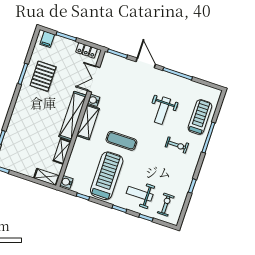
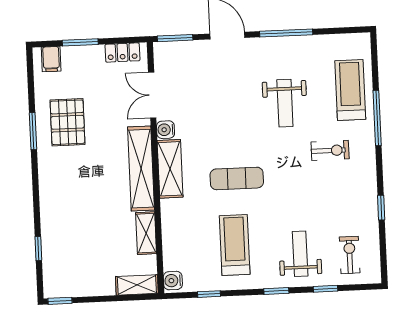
treadmill: (107, 176) -> (235, 245), width x0.73, depth x0.73
weight bench: (140, 194) -> (300, 254), turned 90

